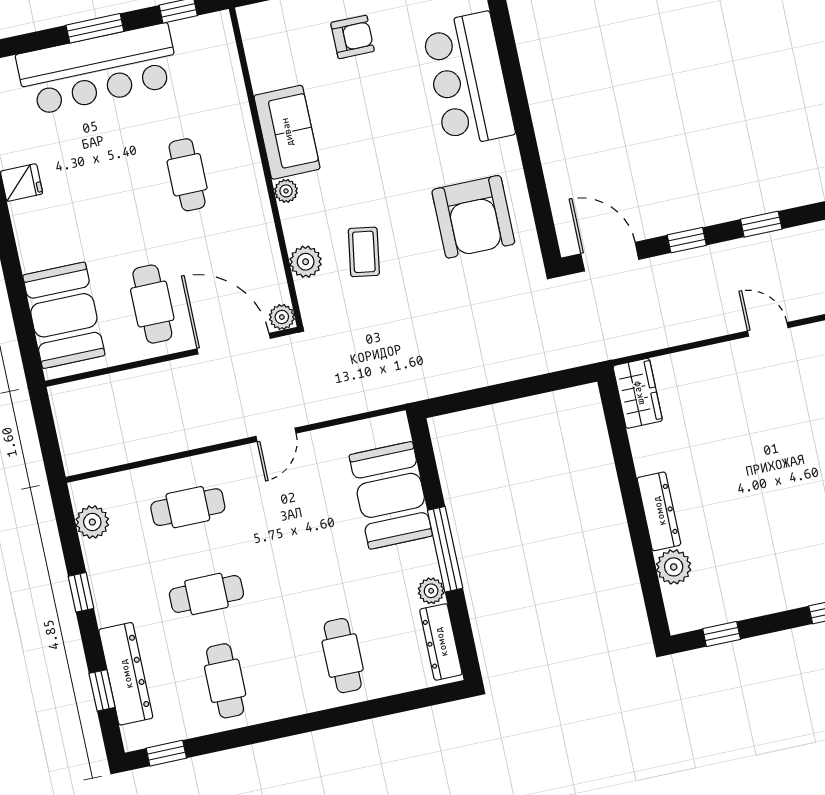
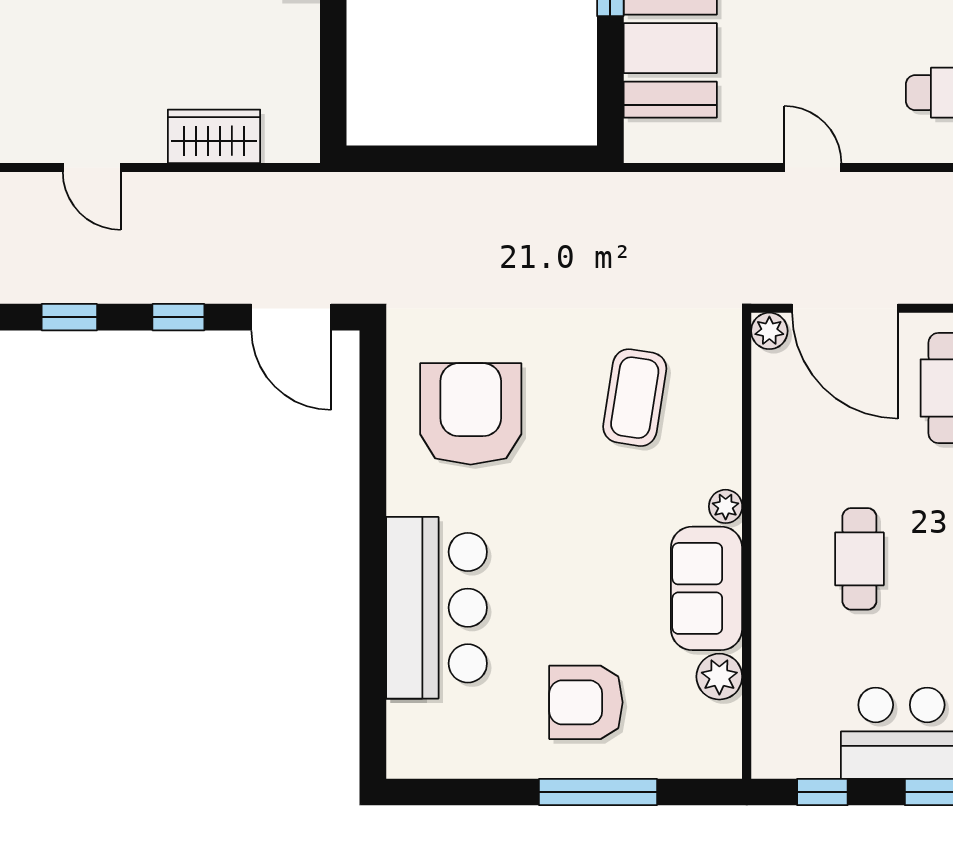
armchair: (353, 37) -> (586, 702), width x1.38, depth x1.38
coffee table: (364, 252) -> (635, 398), width x1.36, depth x1.30
plant: (306, 262) -> (719, 677), moved
wardrobe: (638, 393) -> (214, 136), moved, turned 90
door: (276, 435) -> (813, 168), hinge flipped

